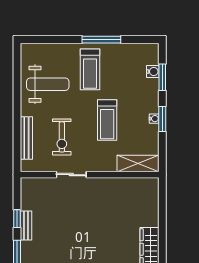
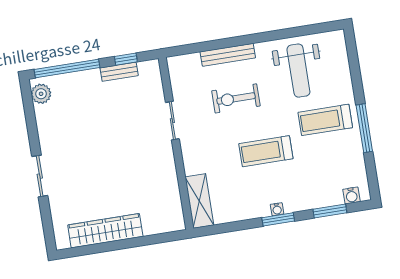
water cooler: (153, 72) -> (351, 195), moved
shelving: (138, 163) -> (199, 201), moved
sliding door: (71, 175) -> (172, 121), moved
wall: (90, 175) -> (176, 143), moved

